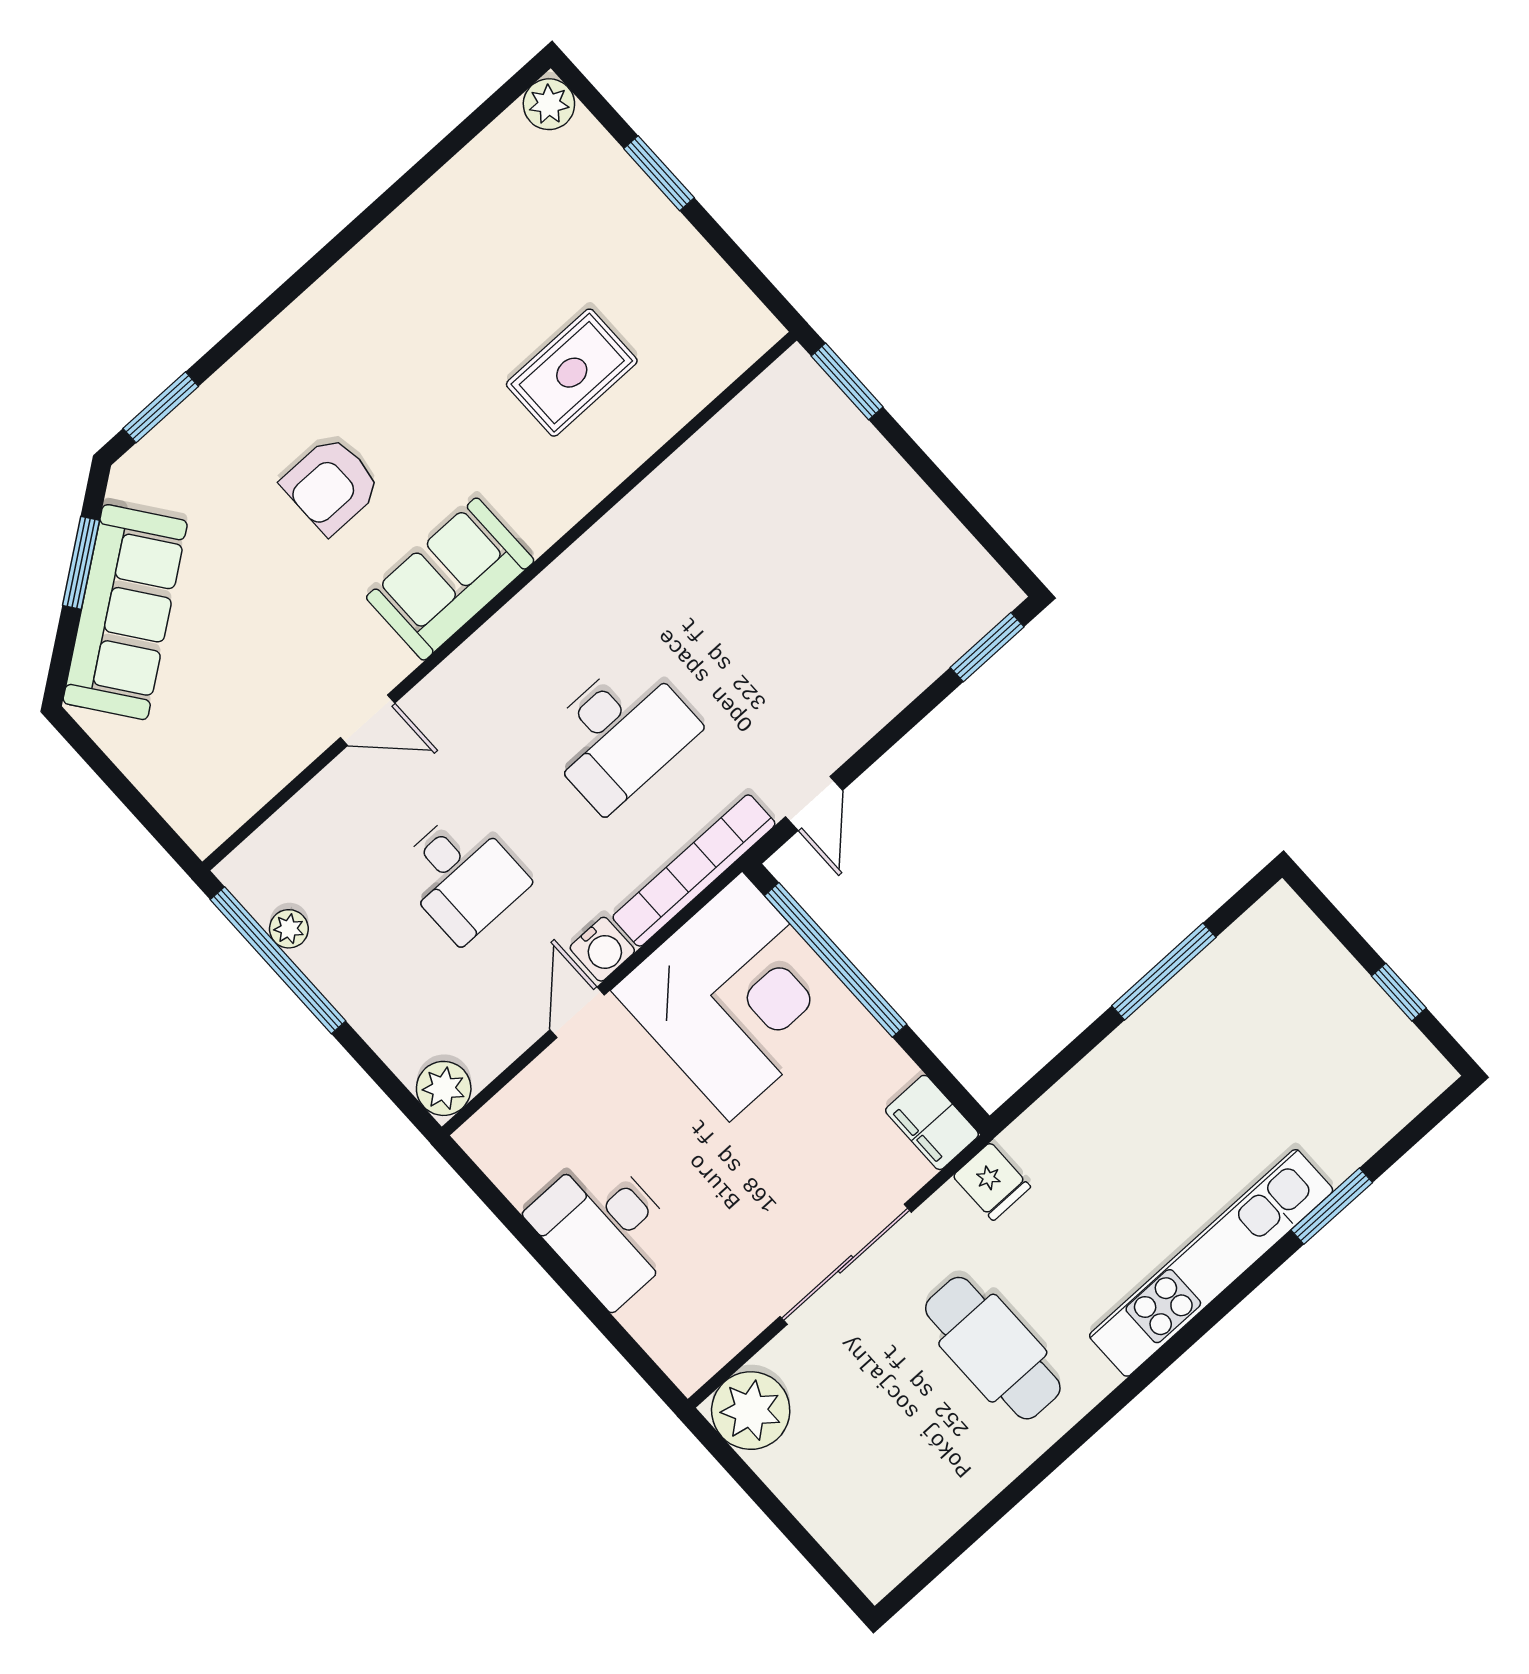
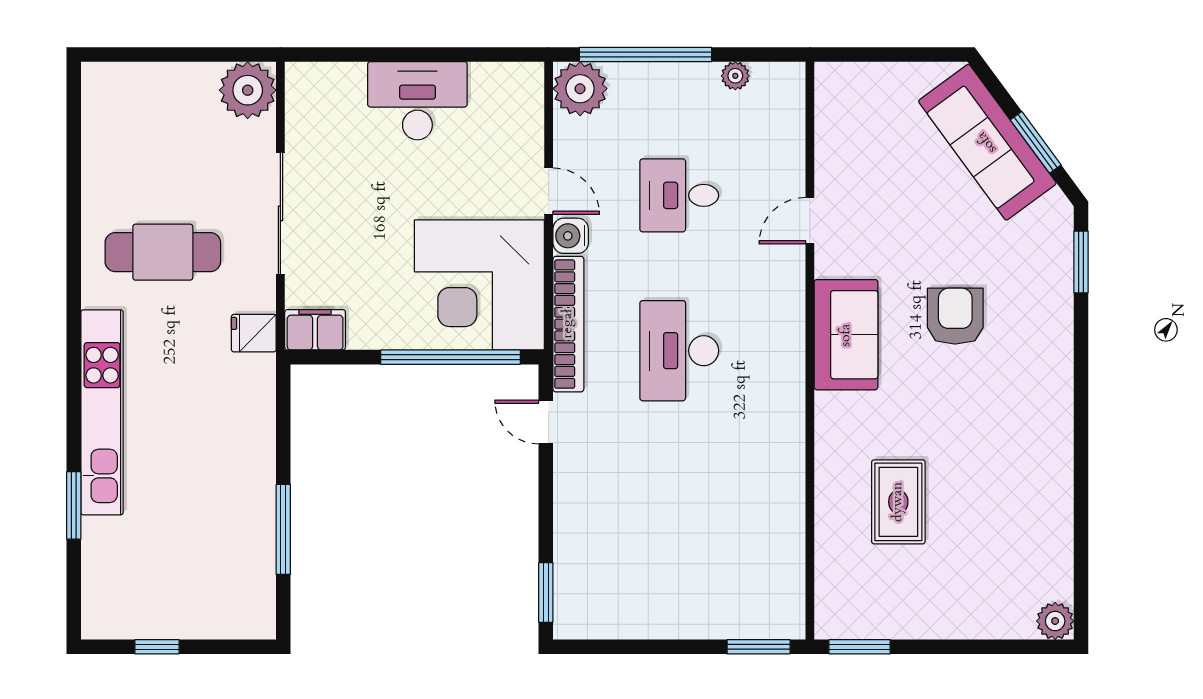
window: (659, 173) -> (860, 647), moved
window: (278, 960) -> (646, 55), moved
plant: (444, 1088) -> (580, 89), width x1.36, depth x1.36

